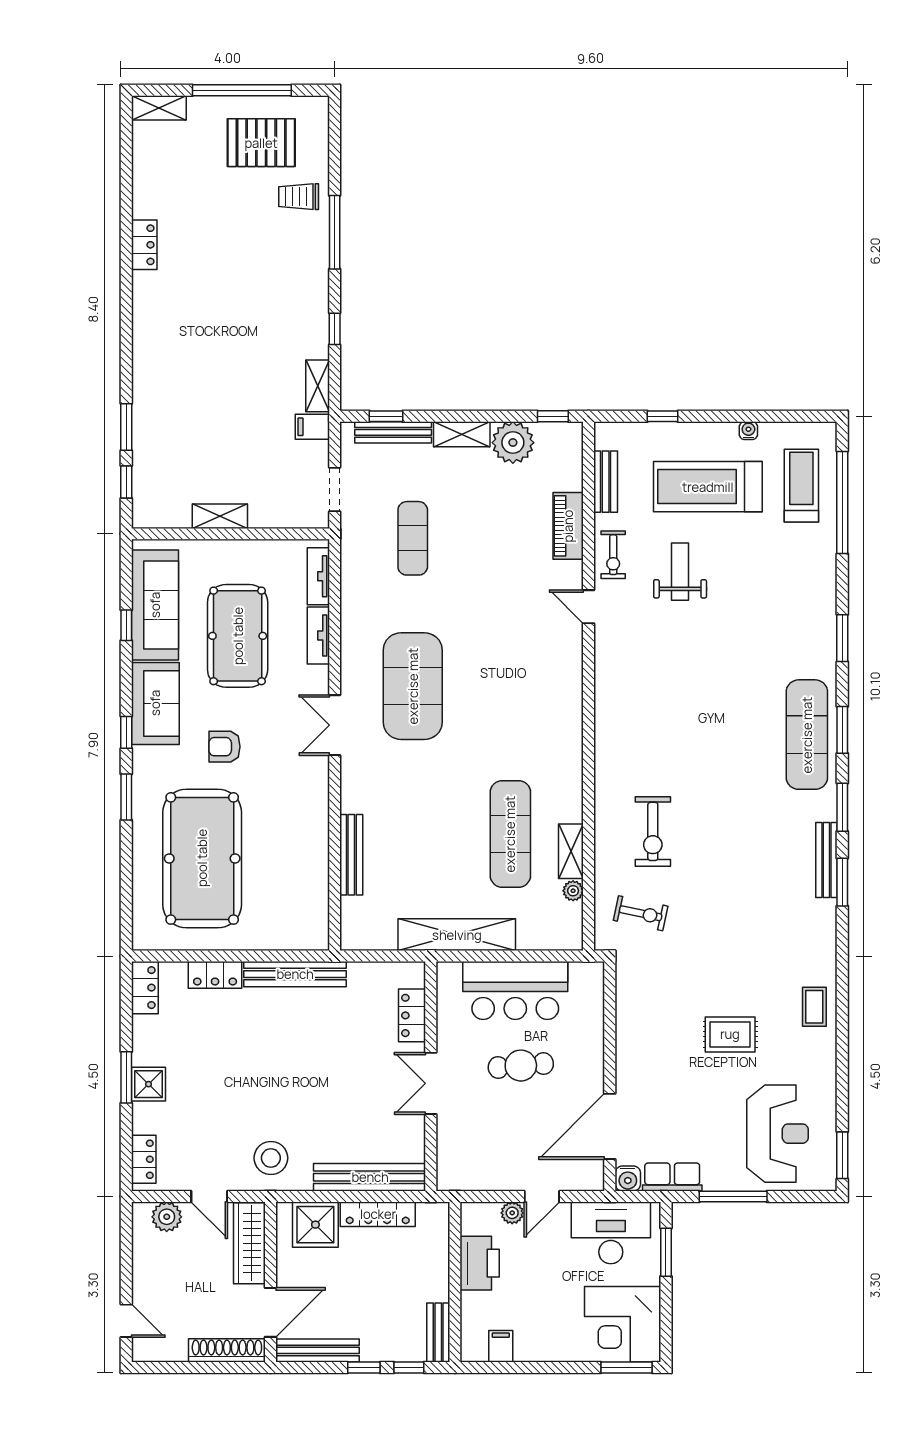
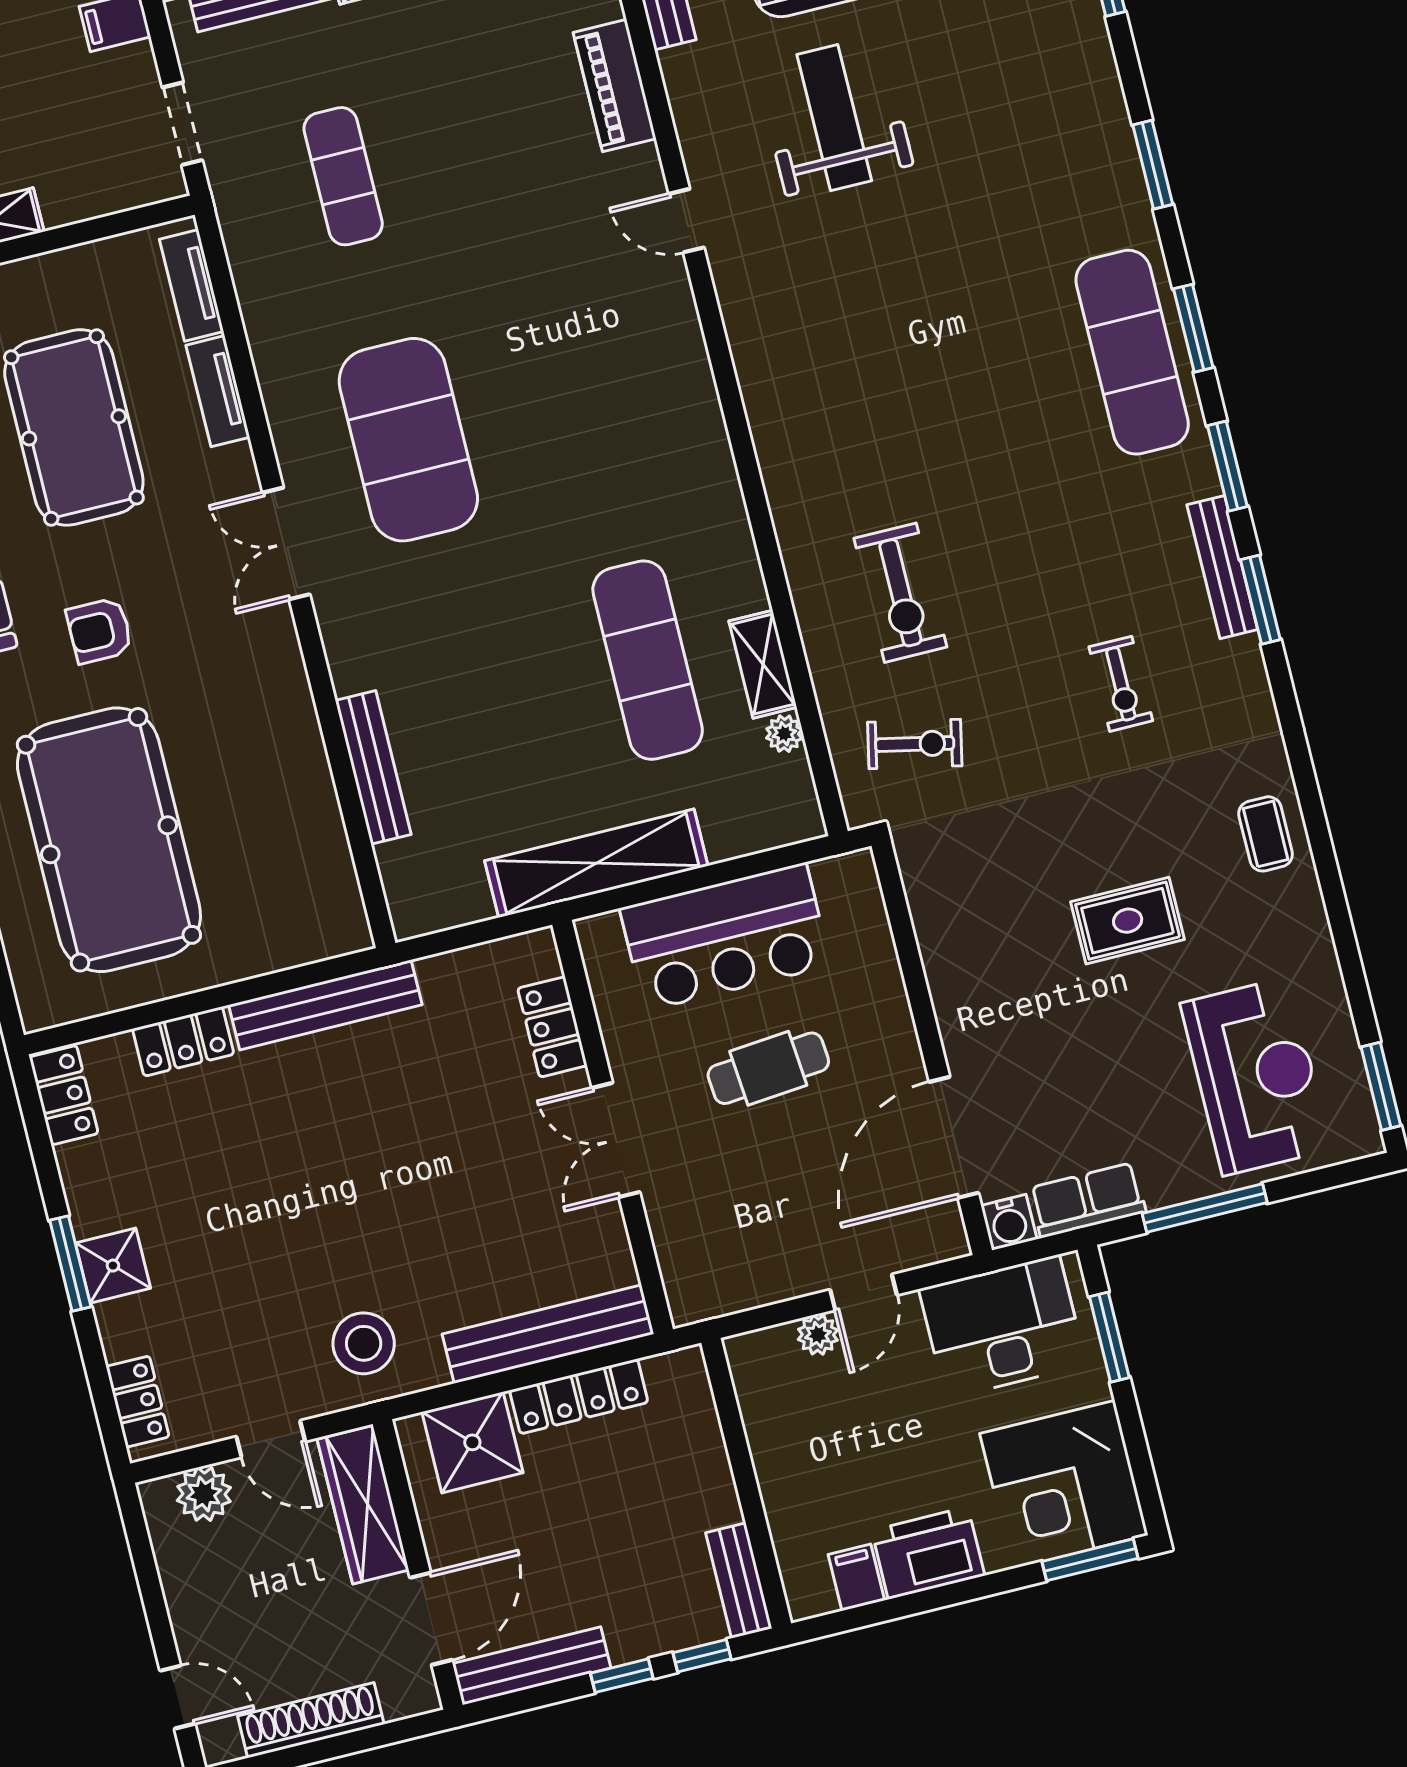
exercise bike: (613, 555) -> (1121, 684), moved
weight bench: (680, 572) -> (834, 118), width x1.36, depth x1.33
printer: (480, 1263) -> (928, 1553), moved, turned -90
shoe rack: (227, 1350) -> (311, 1720), moved

